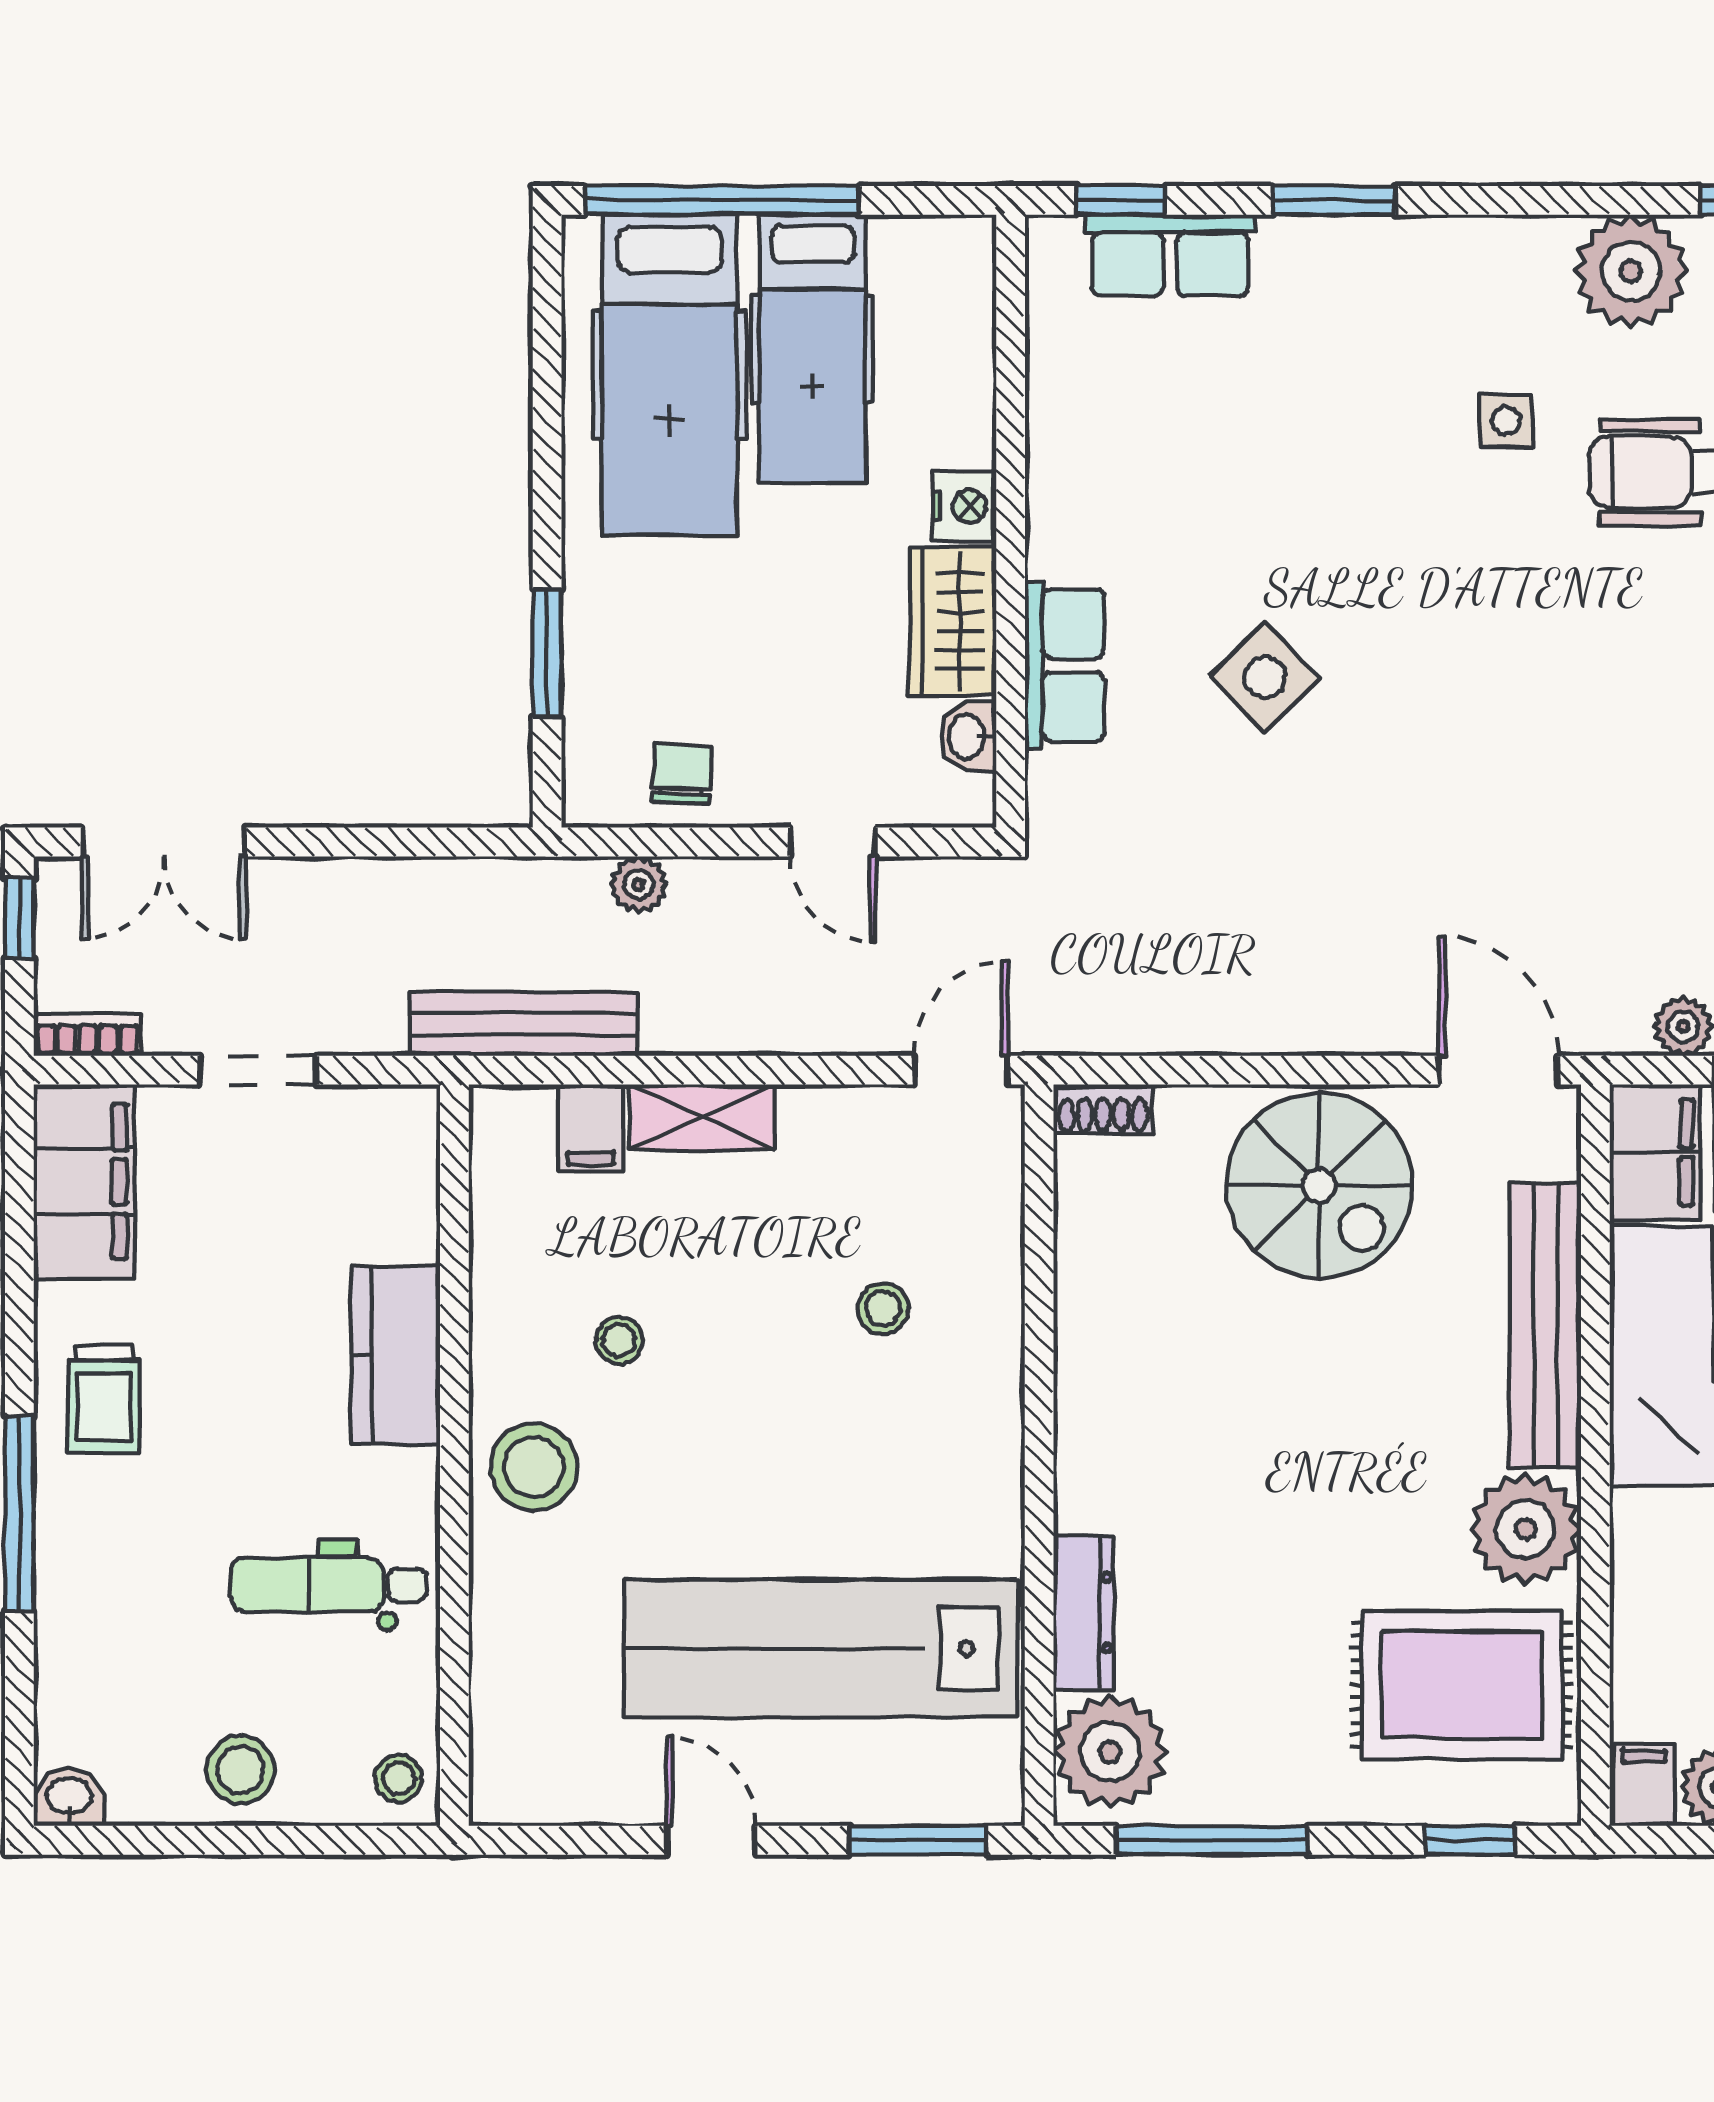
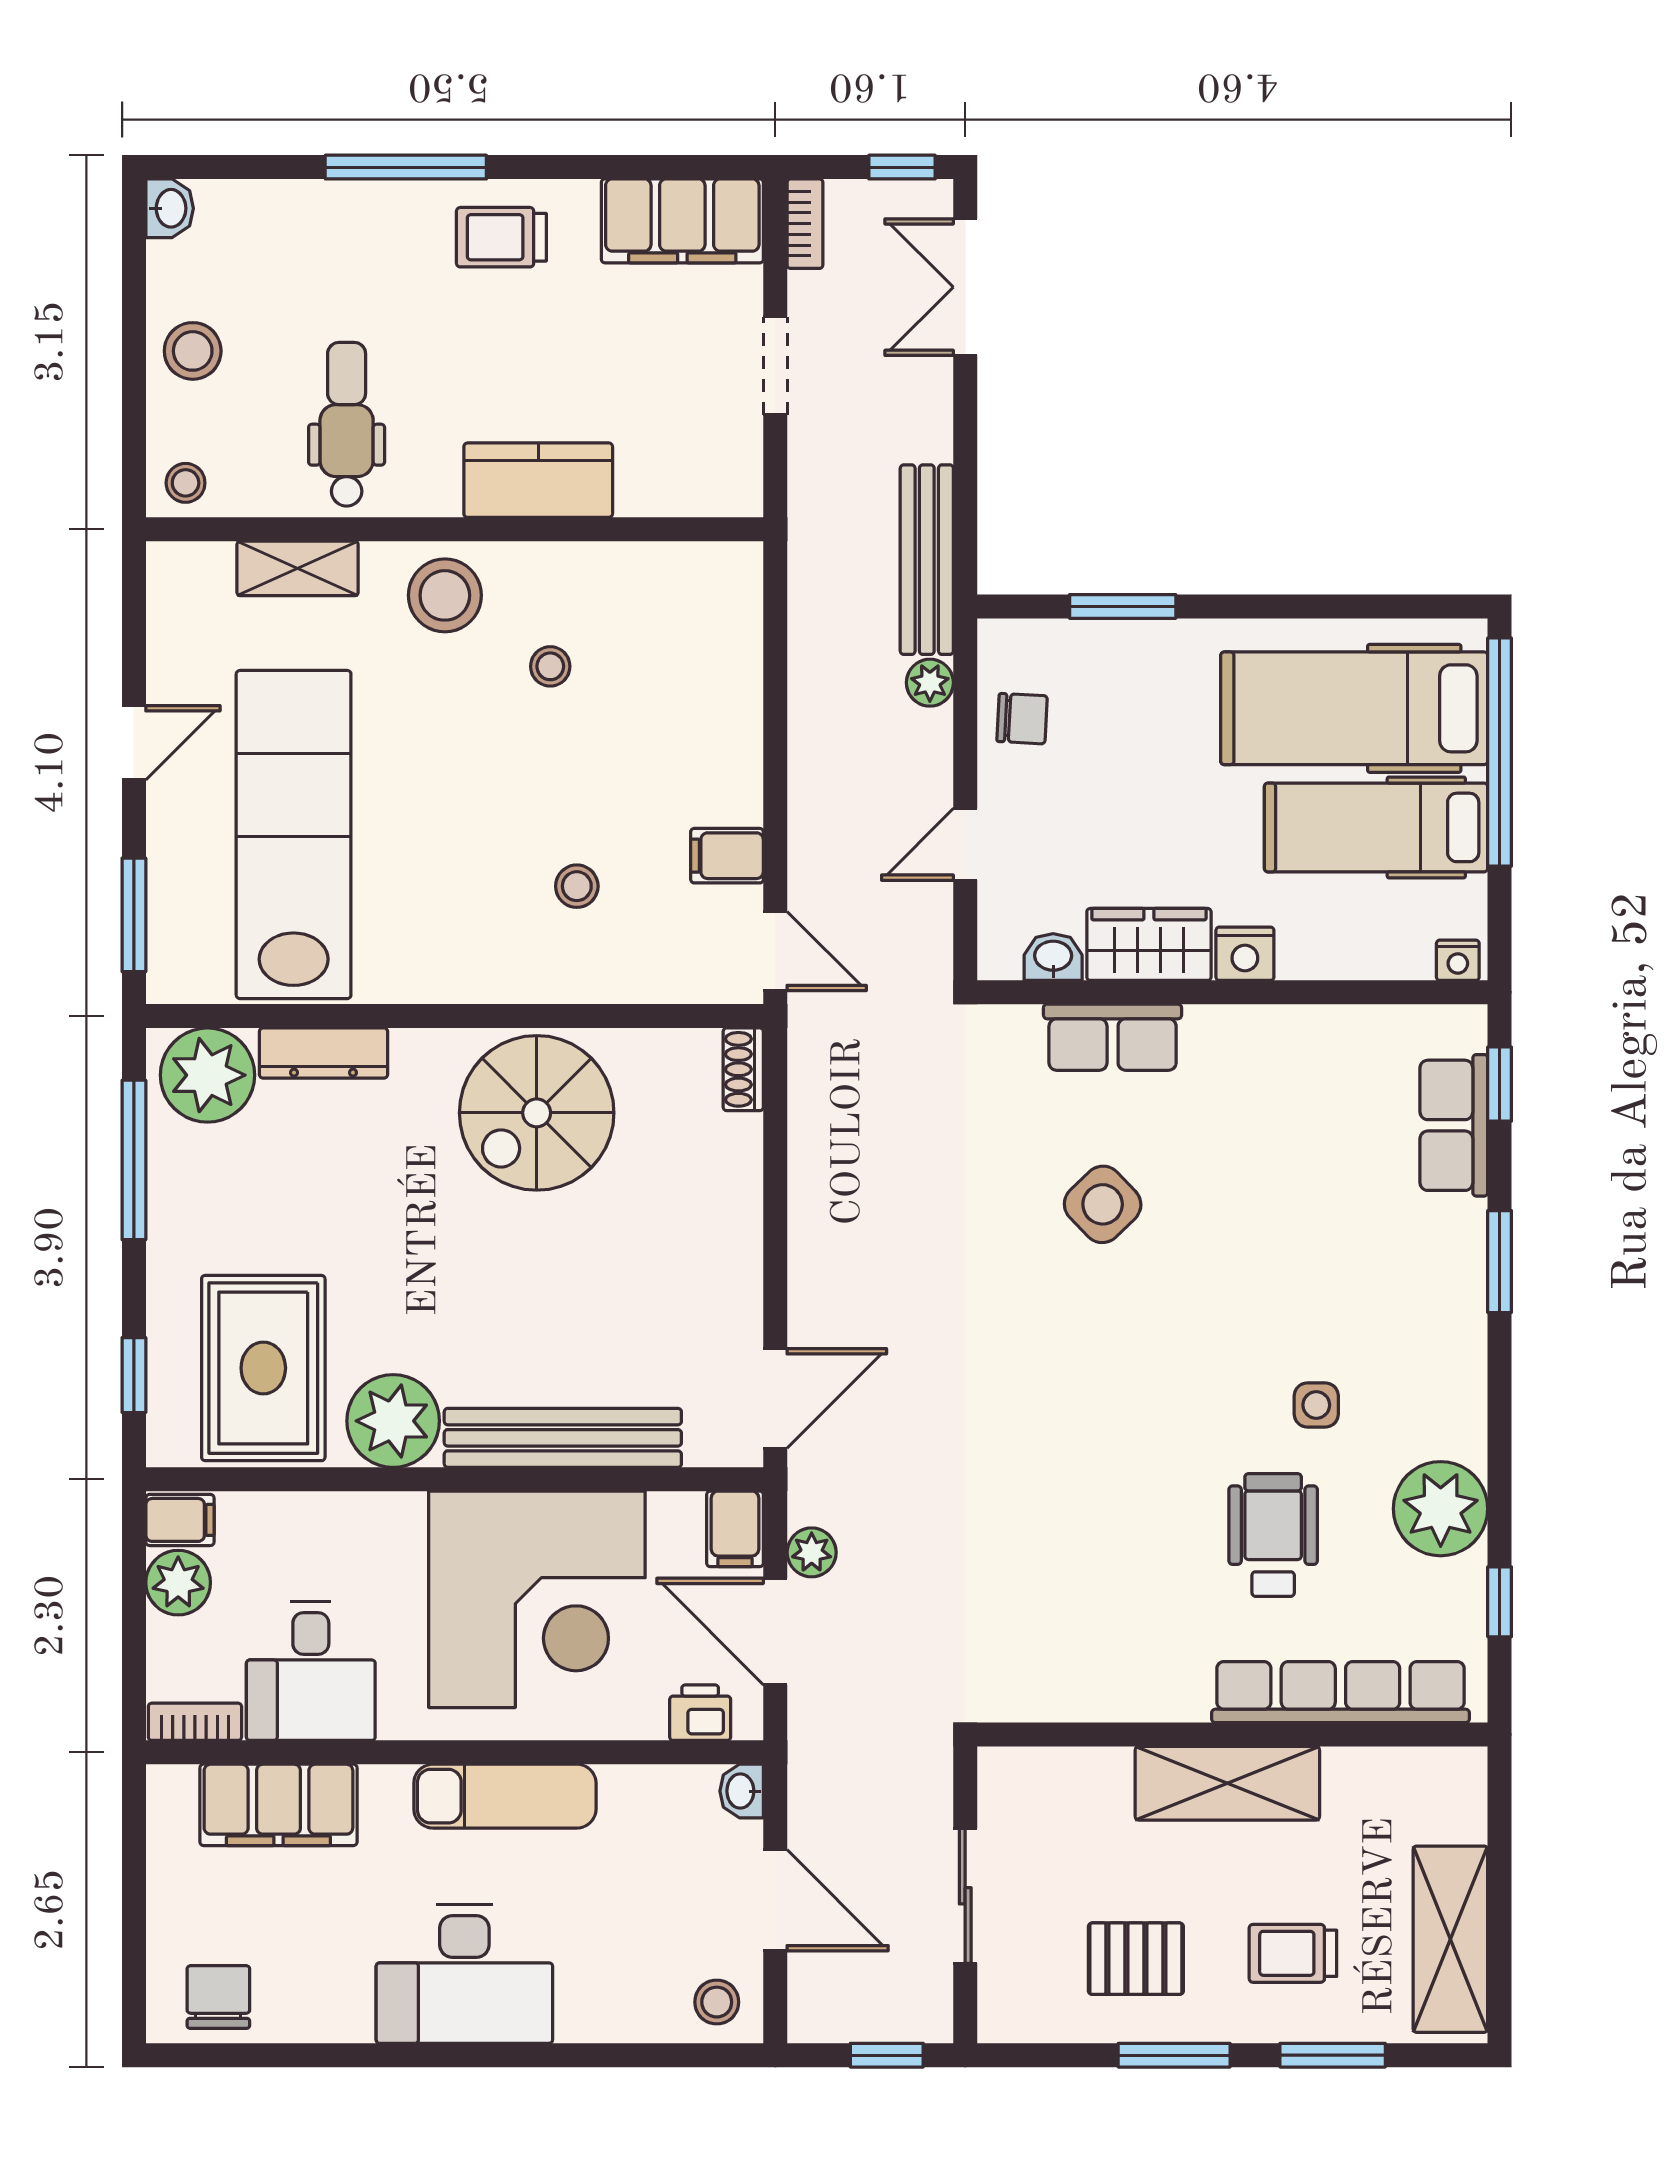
nightstand: (972, 250) -> (1458, 960), added
bench: (524, 1024) -> (927, 560), moved
shelving: (702, 1117) -> (298, 568), moved, turned 90
filing cabinet: (591, 1128) -> (727, 856), moved
filing cabinet: (1655, 1152) -> (735, 1529), width x0.50
spiral stairs: (1319, 1185) -> (537, 1113), moved

